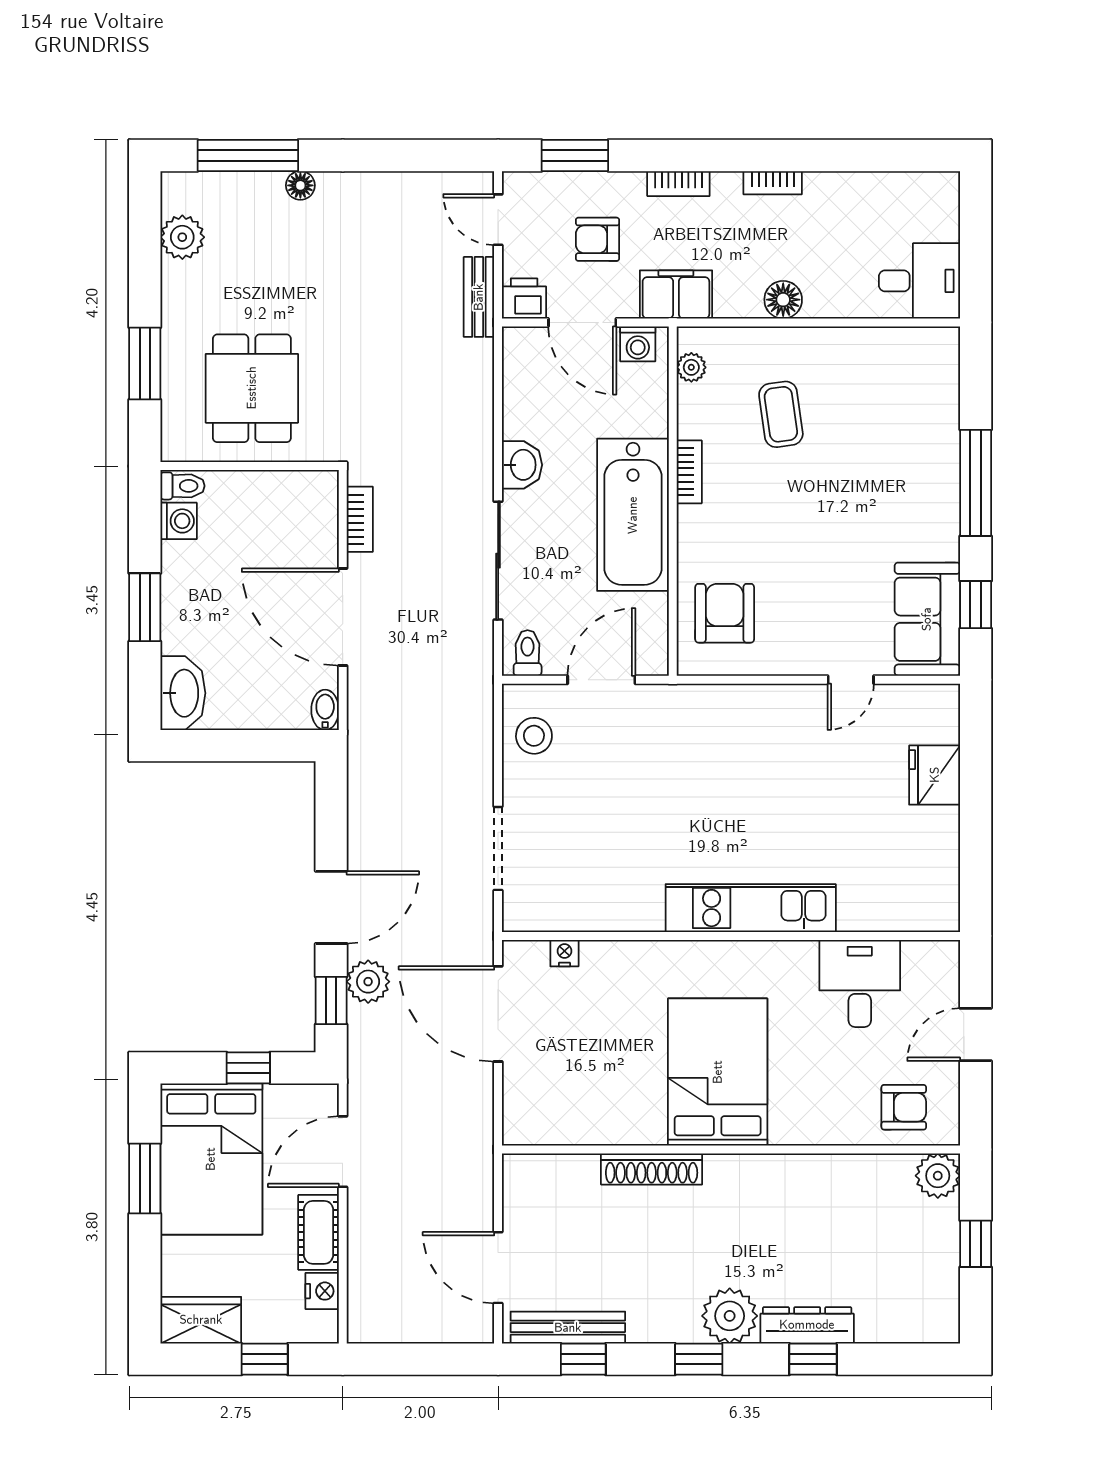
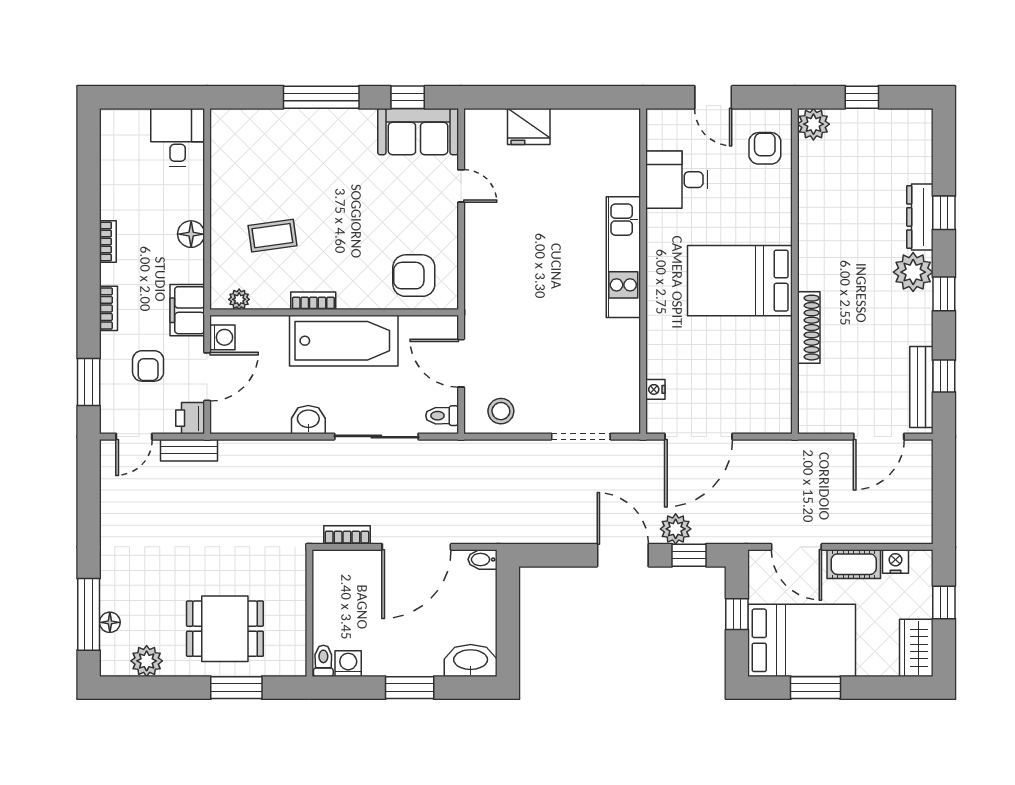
floor lamp: (300, 185) -> (110, 622), moved
dining table: (252, 388) -> (225, 629), moved

